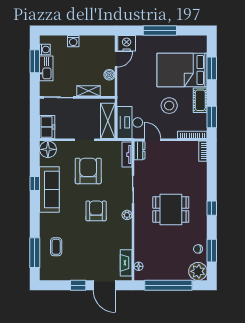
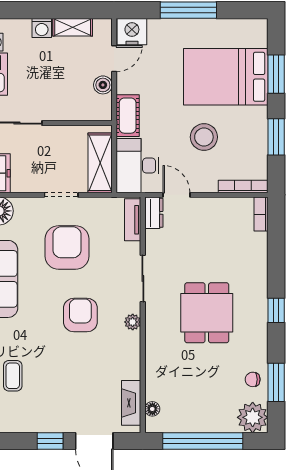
shelving: (89, 91) -> (73, 27), moved
cot: (200, 100) -> (128, 116), moved
window: (212, 117) -> (276, 137), moved
dining table: (171, 209) -> (207, 313), turned 90

